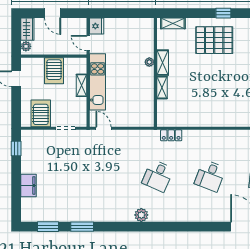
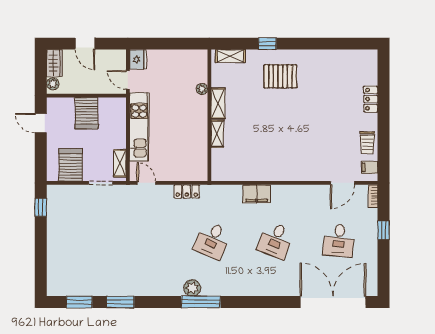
window: (223, 13) -> (267, 44), moved
pallet: (214, 40) -> (280, 76), width x0.73, depth x0.71
plant: (149, 62) -> (202, 89), moved
shelving: (82, 85) -> (120, 163), moved
locker: (171, 135) -> (187, 191), moved
filing cabinet: (29, 185) -> (257, 194), moved, turned 90
window: (148, 227) -> (201, 302), added

